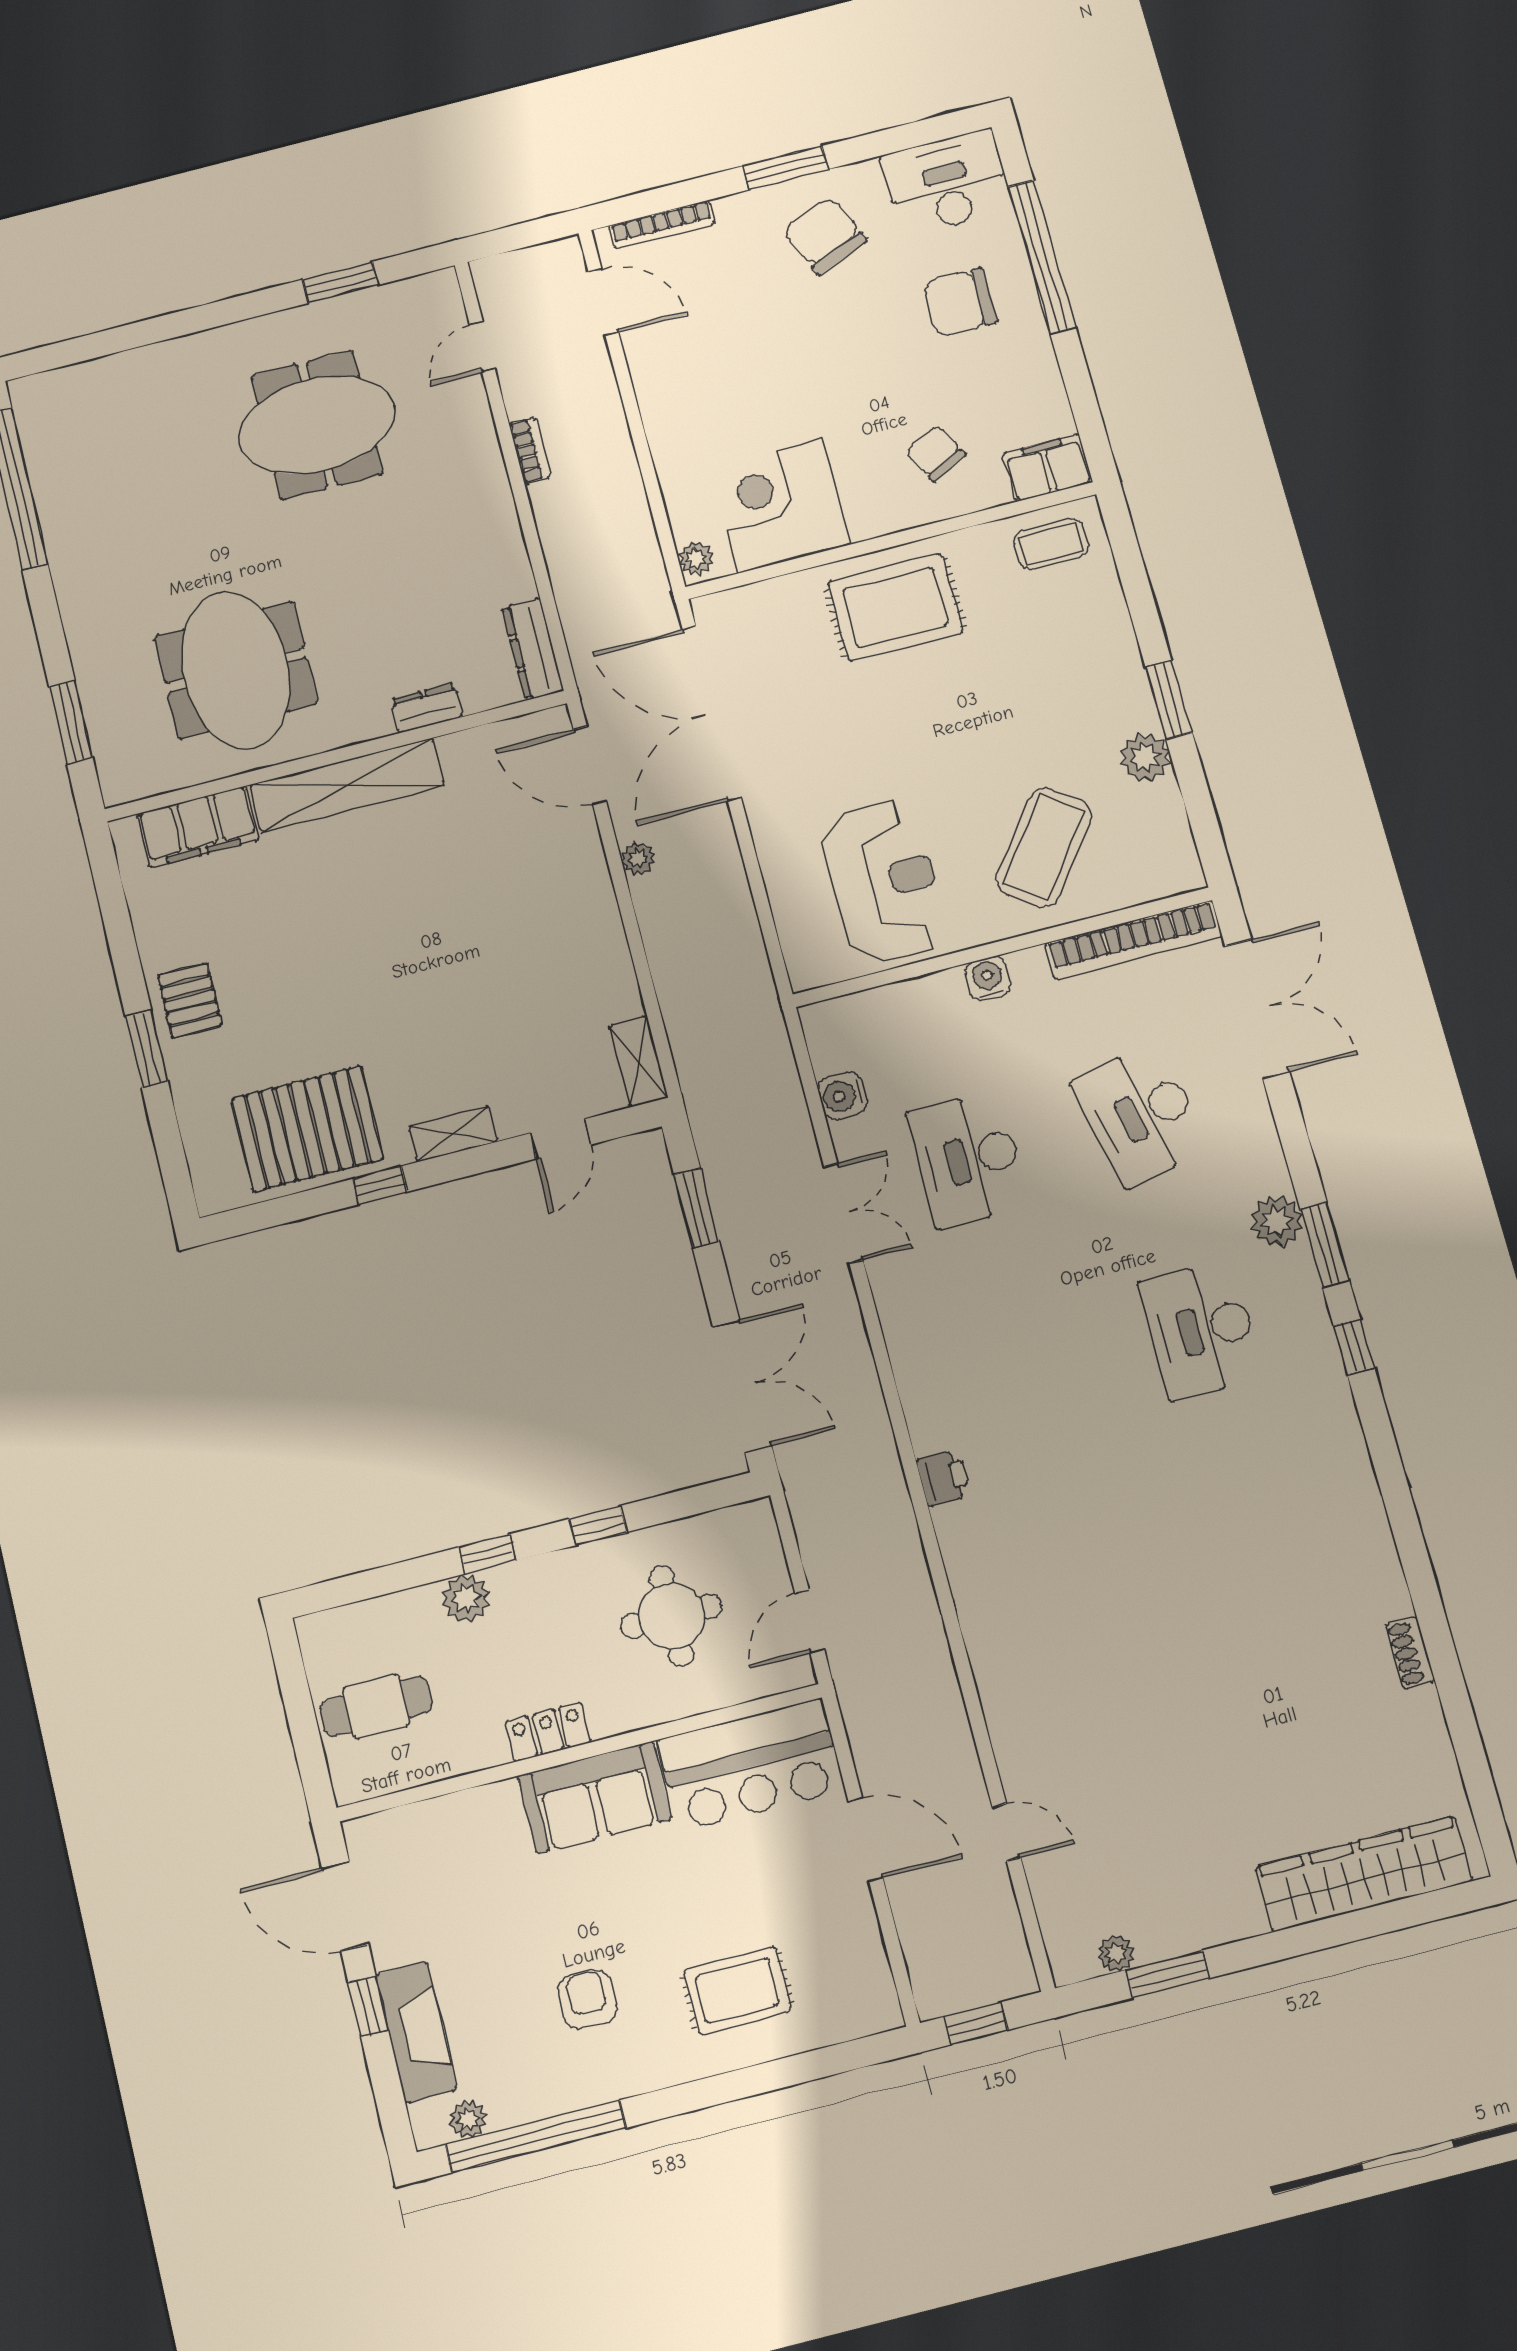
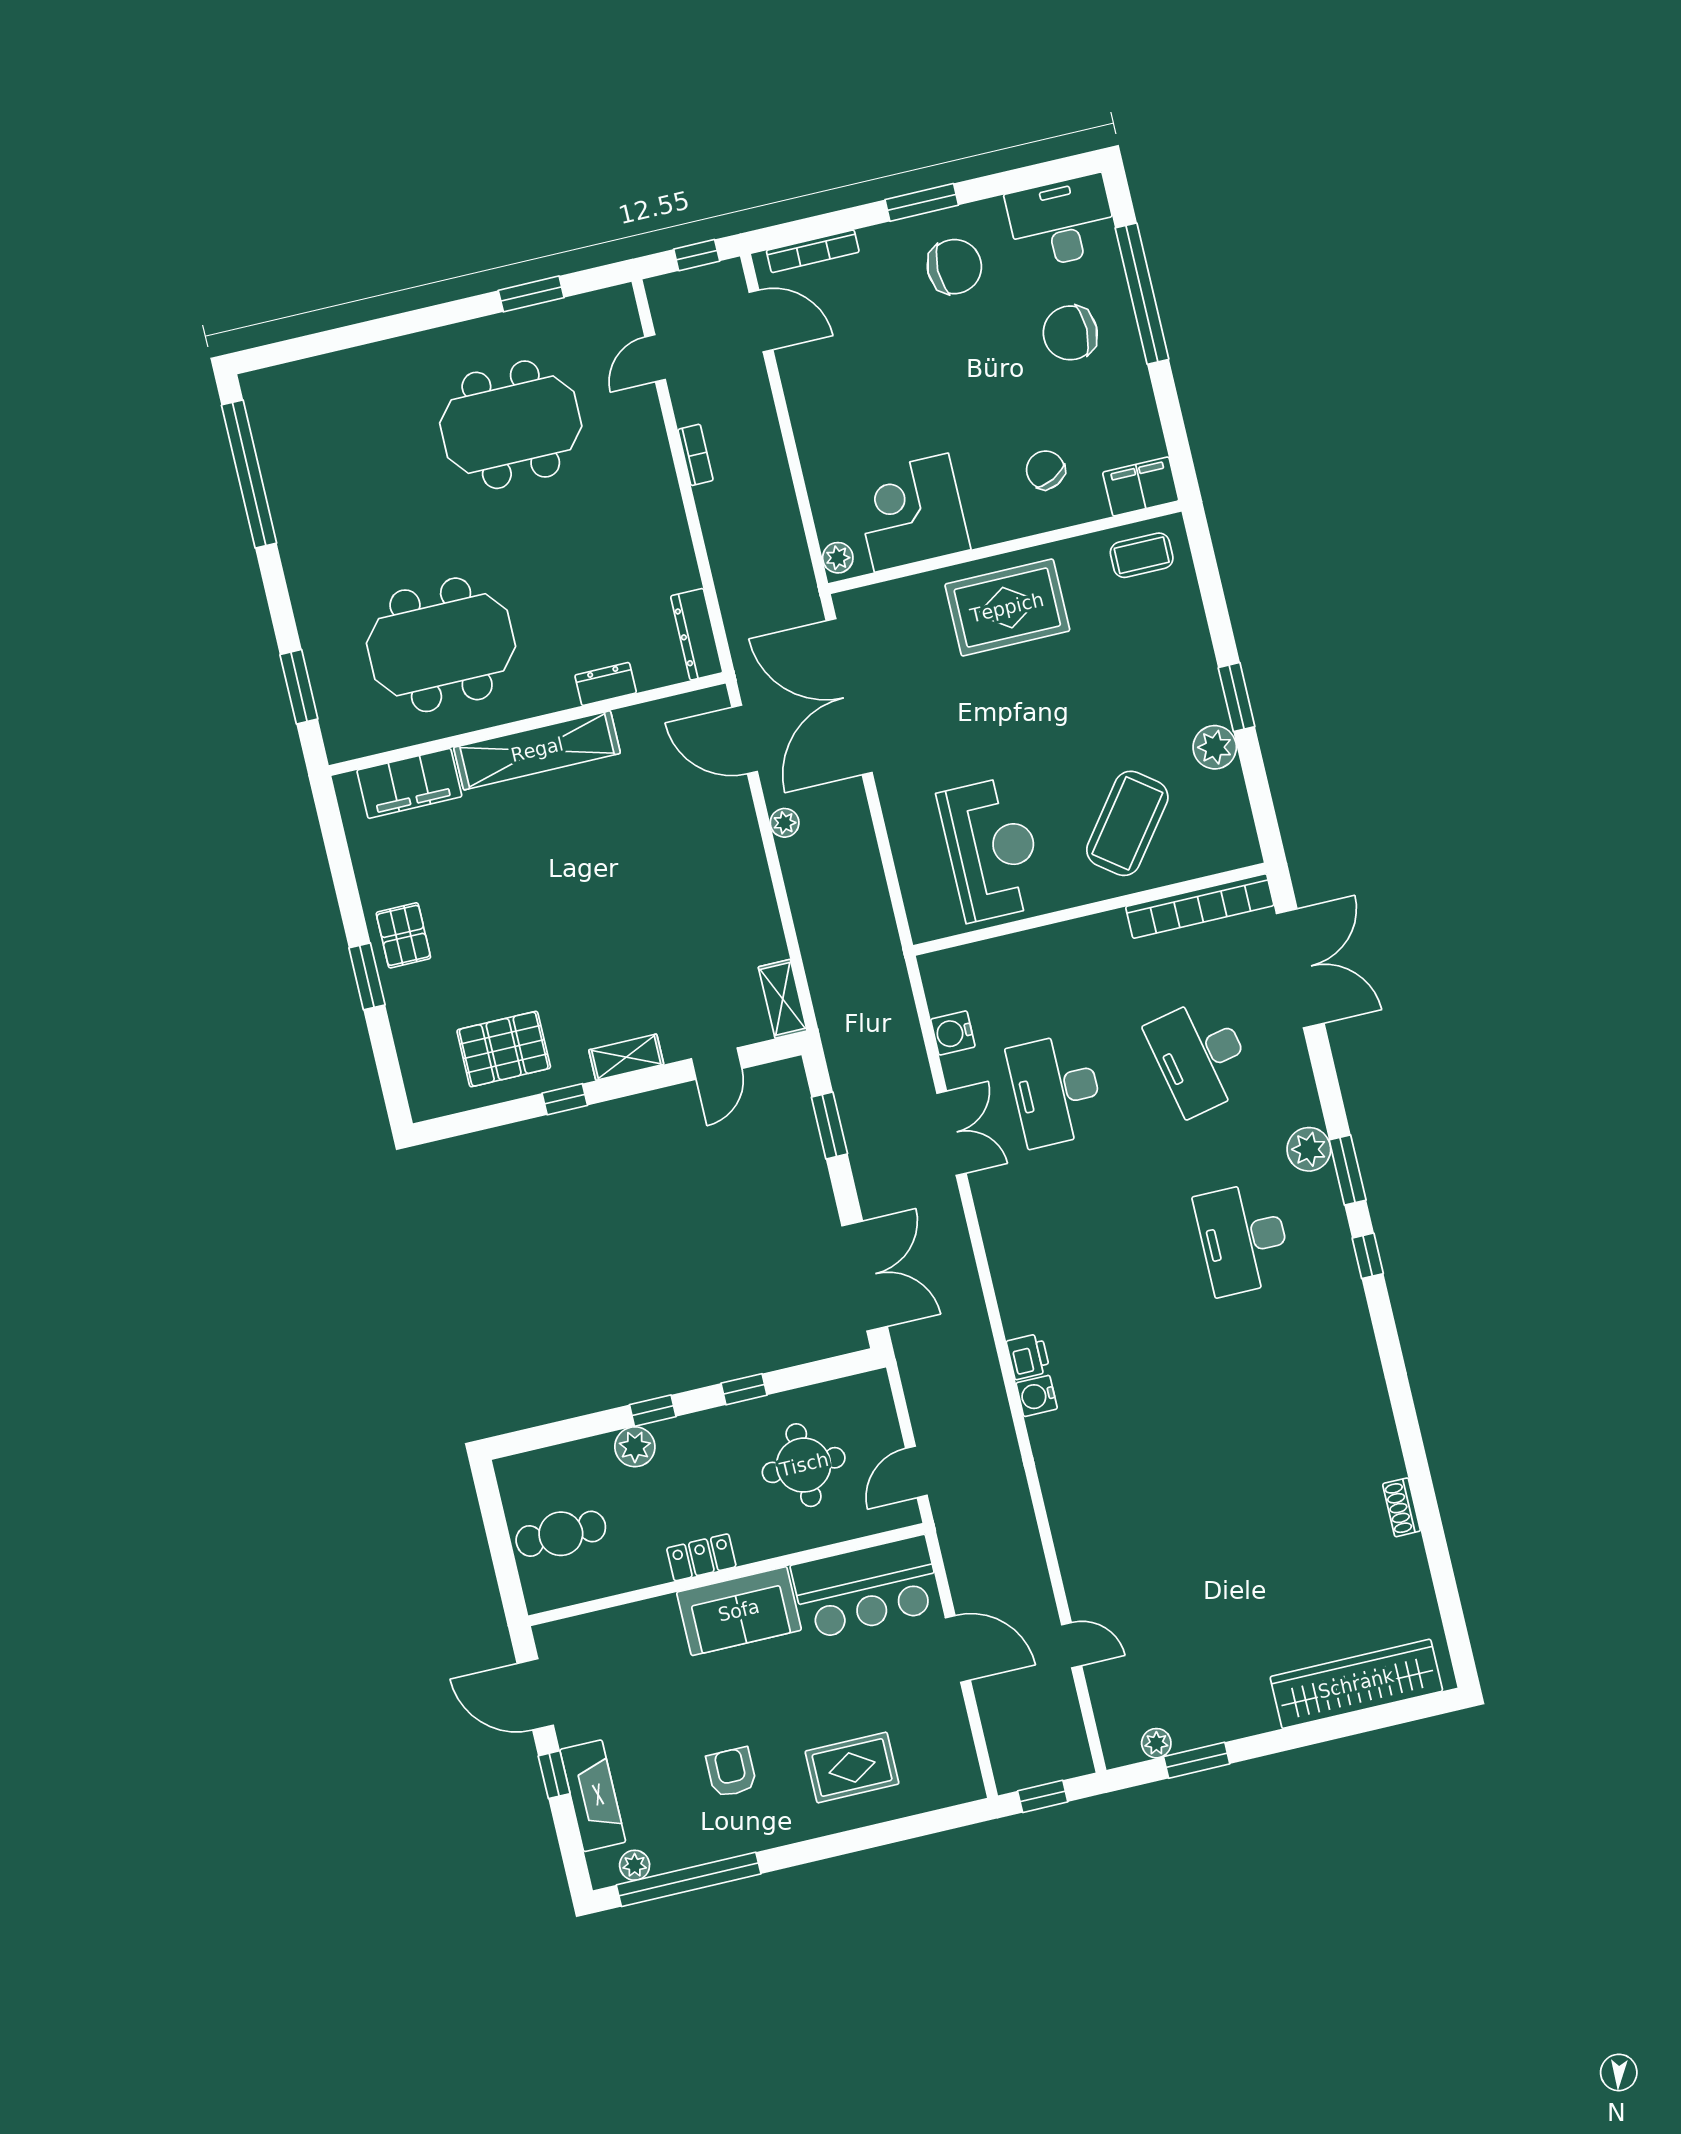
window: (529, 234) -> (697, 255), added
chair: (825, 235) -> (954, 267), turned 112
meeting table: (236, 670) -> (441, 645), turned 90
water cooler: (988, 979) -> (1037, 1396), moved, turned -90
pallet: (308, 1129) -> (504, 1049), width x0.73, depth x0.71

